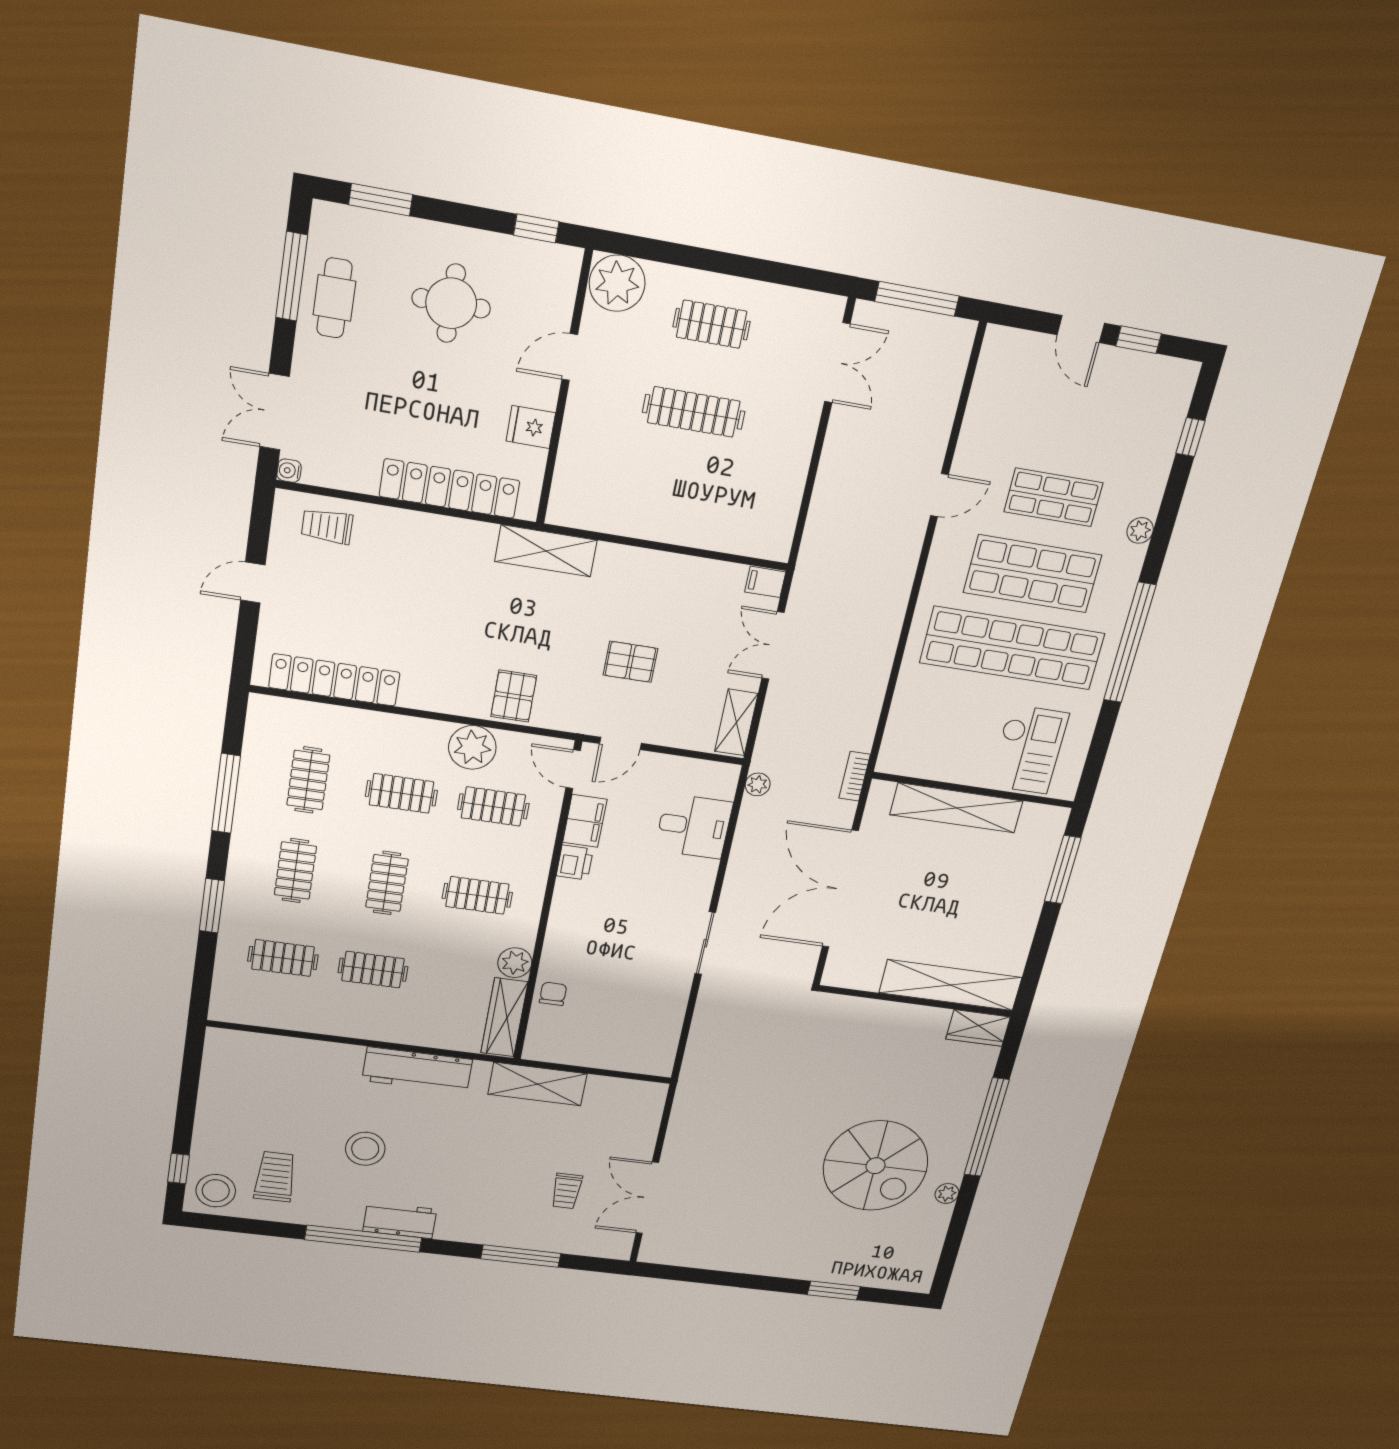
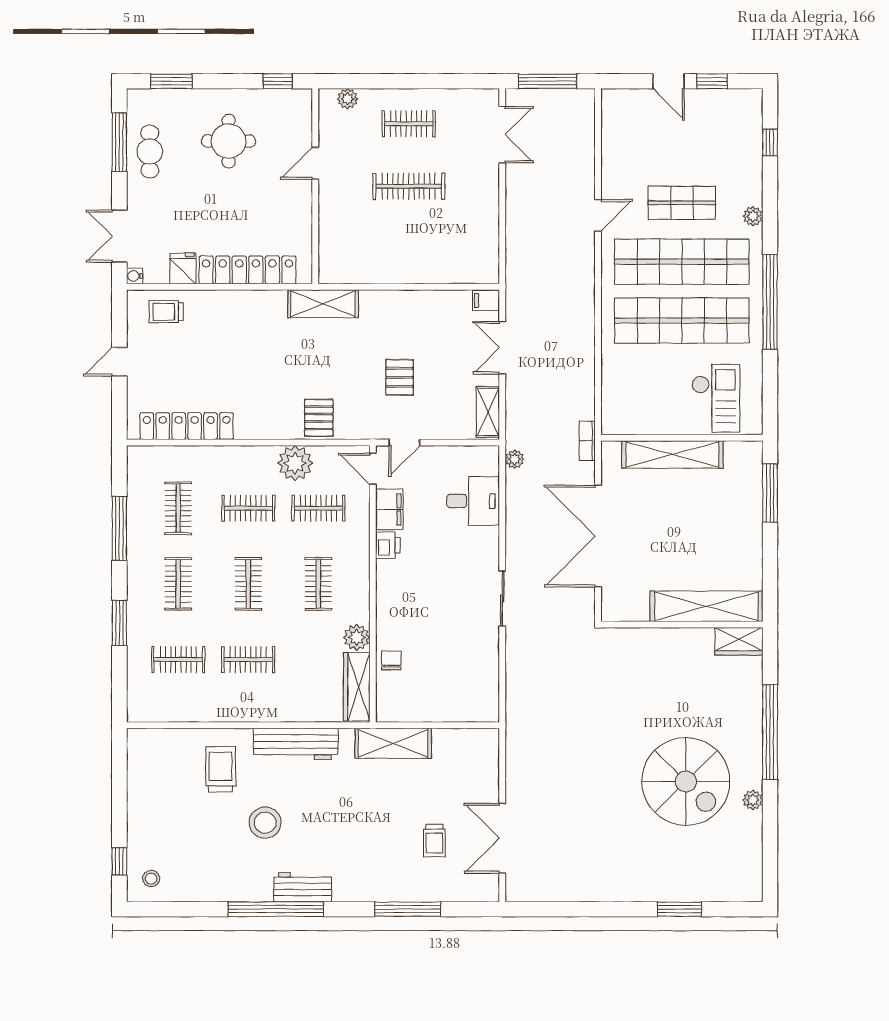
plant: (617, 283) -> (348, 99), width x0.53, depth x0.53
fridge: (531, 427) -> (183, 268), moved, turned 90
shop shelf: (1033, 574) -> (682, 262), width x1.40
pallet: (630, 662) -> (400, 377), turned 90
clothes rail: (477, 895) -> (318, 584), turned 90
trolley: (275, 1177) -> (221, 769), moved
stool: (216, 1191) -> (151, 879), width x0.53, depth x0.53

